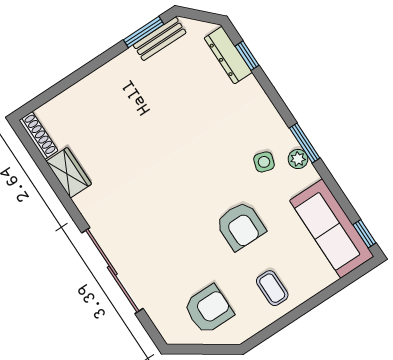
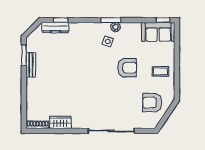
bench: (160, 39) -> (31, 65), moved
sofa: (332, 228) -> (158, 32), width x0.73
armchair: (208, 309) -> (152, 103), turned -90

